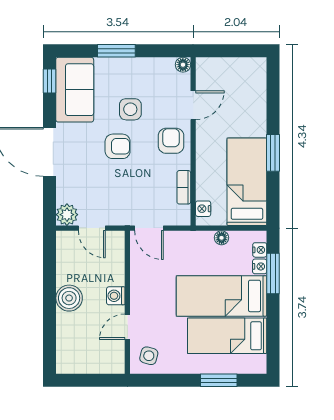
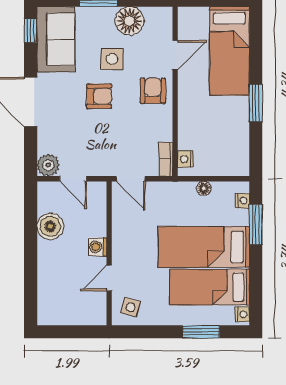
floor lamp: (183, 65) -> (129, 21), moved, width x1.89, depth x1.89
bed: (247, 182) -> (229, 51), moved, turned 180
bookcase: (184, 187) -> (166, 159), moved
nightstand: (260, 266) -> (242, 314), moved
boiler: (69, 298) -> (50, 226), moved

